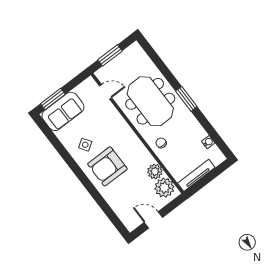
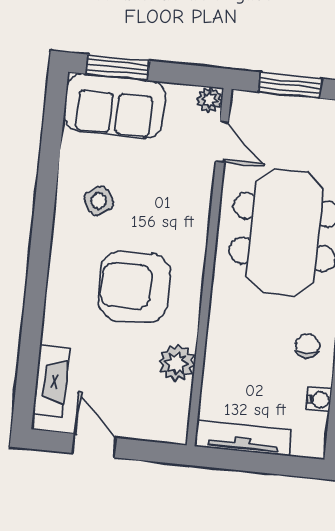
chair: (161, 143) -> (307, 346), moved
armchair: (107, 166) -> (134, 287), moved
plant: (164, 188) -> (210, 100), moved, width x0.53, depth x0.53
fireplace: (122, 213) -> (51, 381), added

